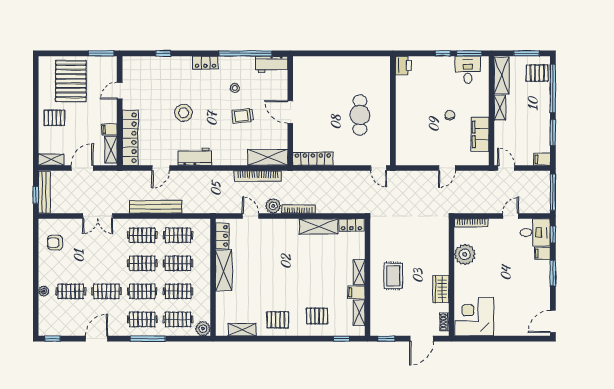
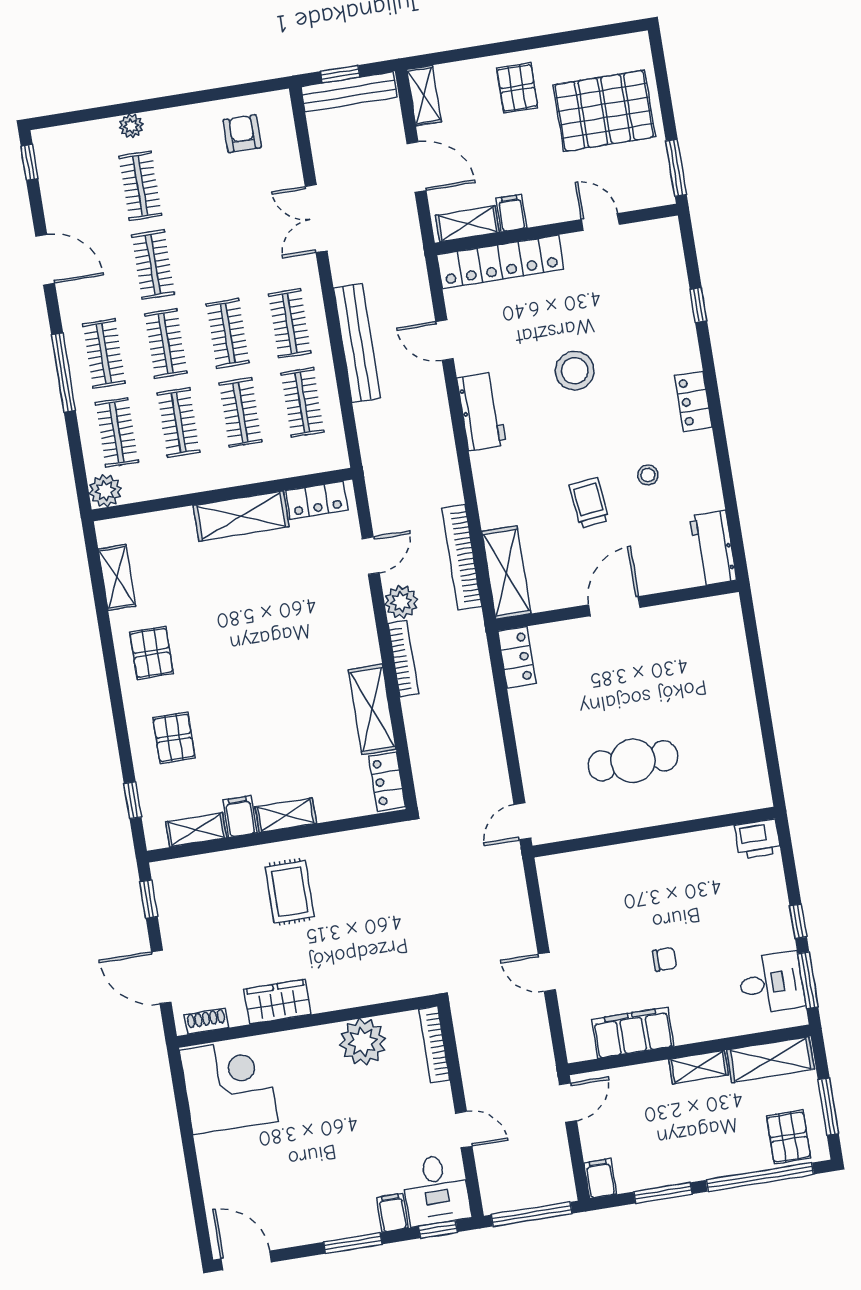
window: (245, 53) -> (728, 486), removed
locker: (313, 159) -> (517, 657), width x0.66
rug: (393, 276) -> (290, 892), turned 90

